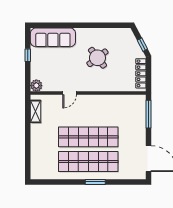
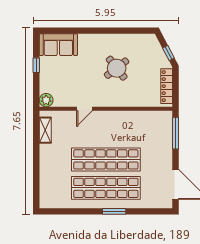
sofa: (53, 37) -> (58, 45), width x0.73

